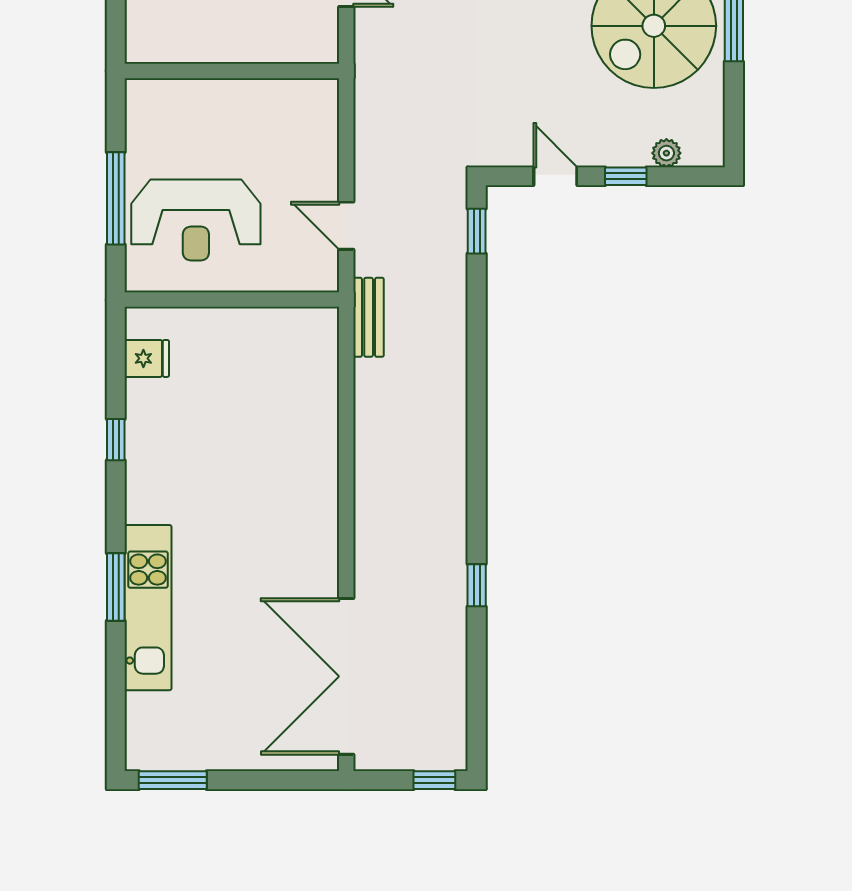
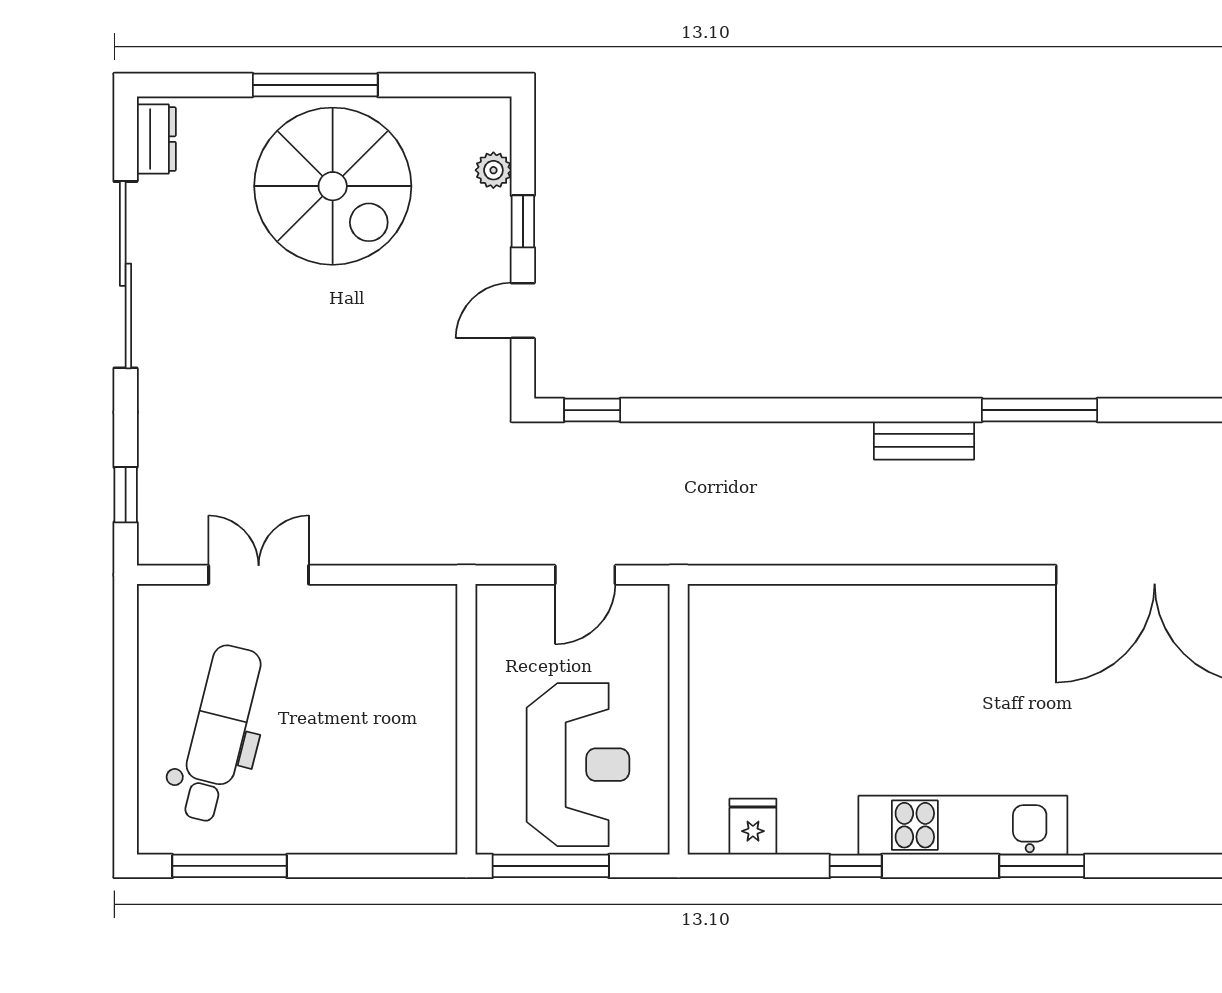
wall: (232, 71) -> (466, 719), moved
bench: (369, 317) -> (924, 440), moved
window: (477, 585) -> (1039, 410), width x2.17
kitchen unit: (148, 608) -> (963, 825), moved

